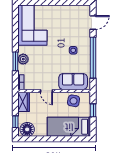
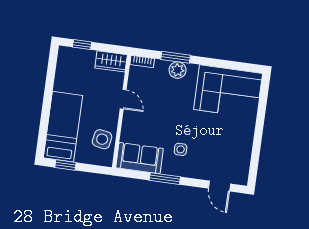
window: (93, 58) -> (165, 179), width x0.47
sofa: (73, 82) -> (140, 158), moved, turned -90
door: (46, 91) -> (123, 99), swing flipped
window: (93, 110) -> (65, 165), moved
floor lamp: (27, 129) -> (68, 61), removed

